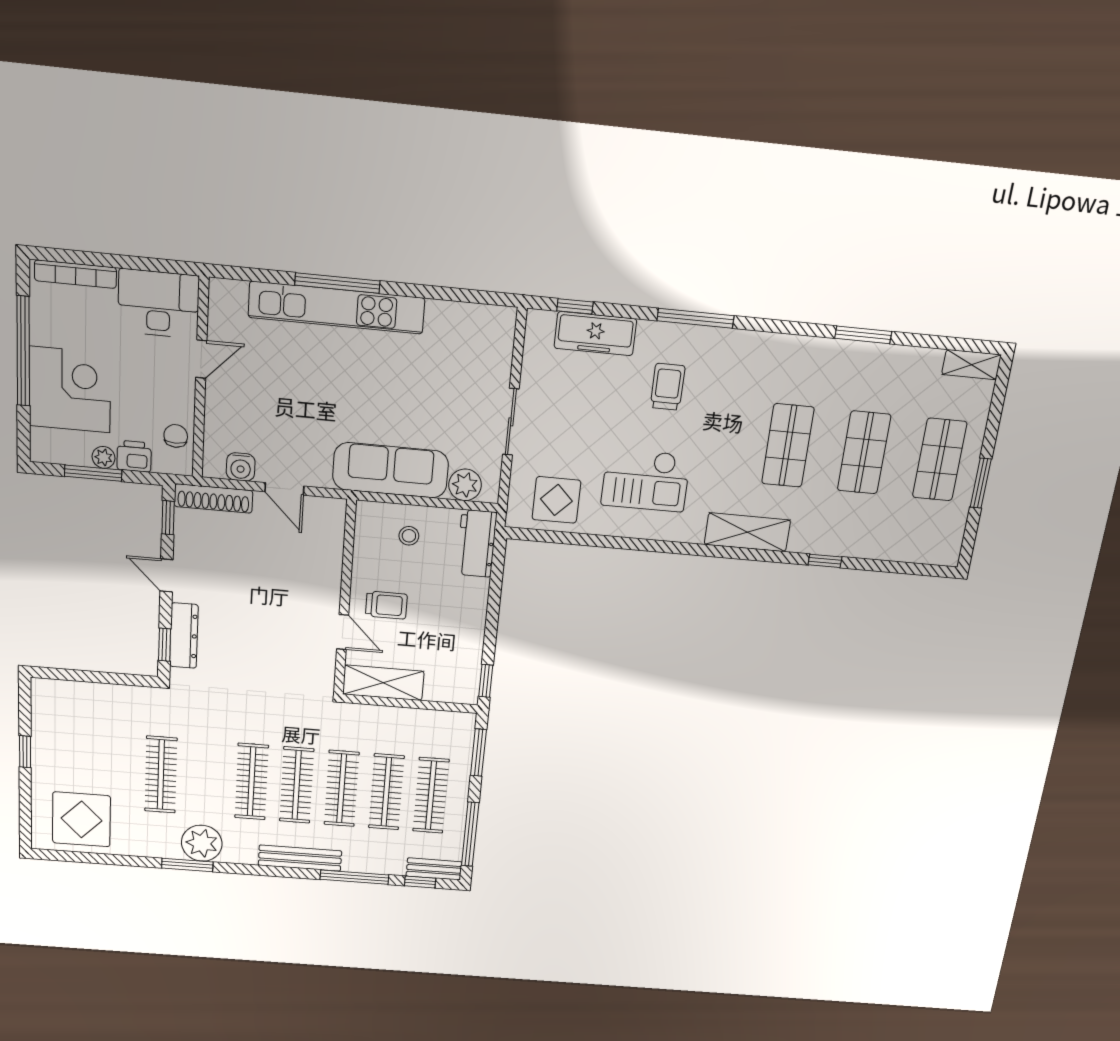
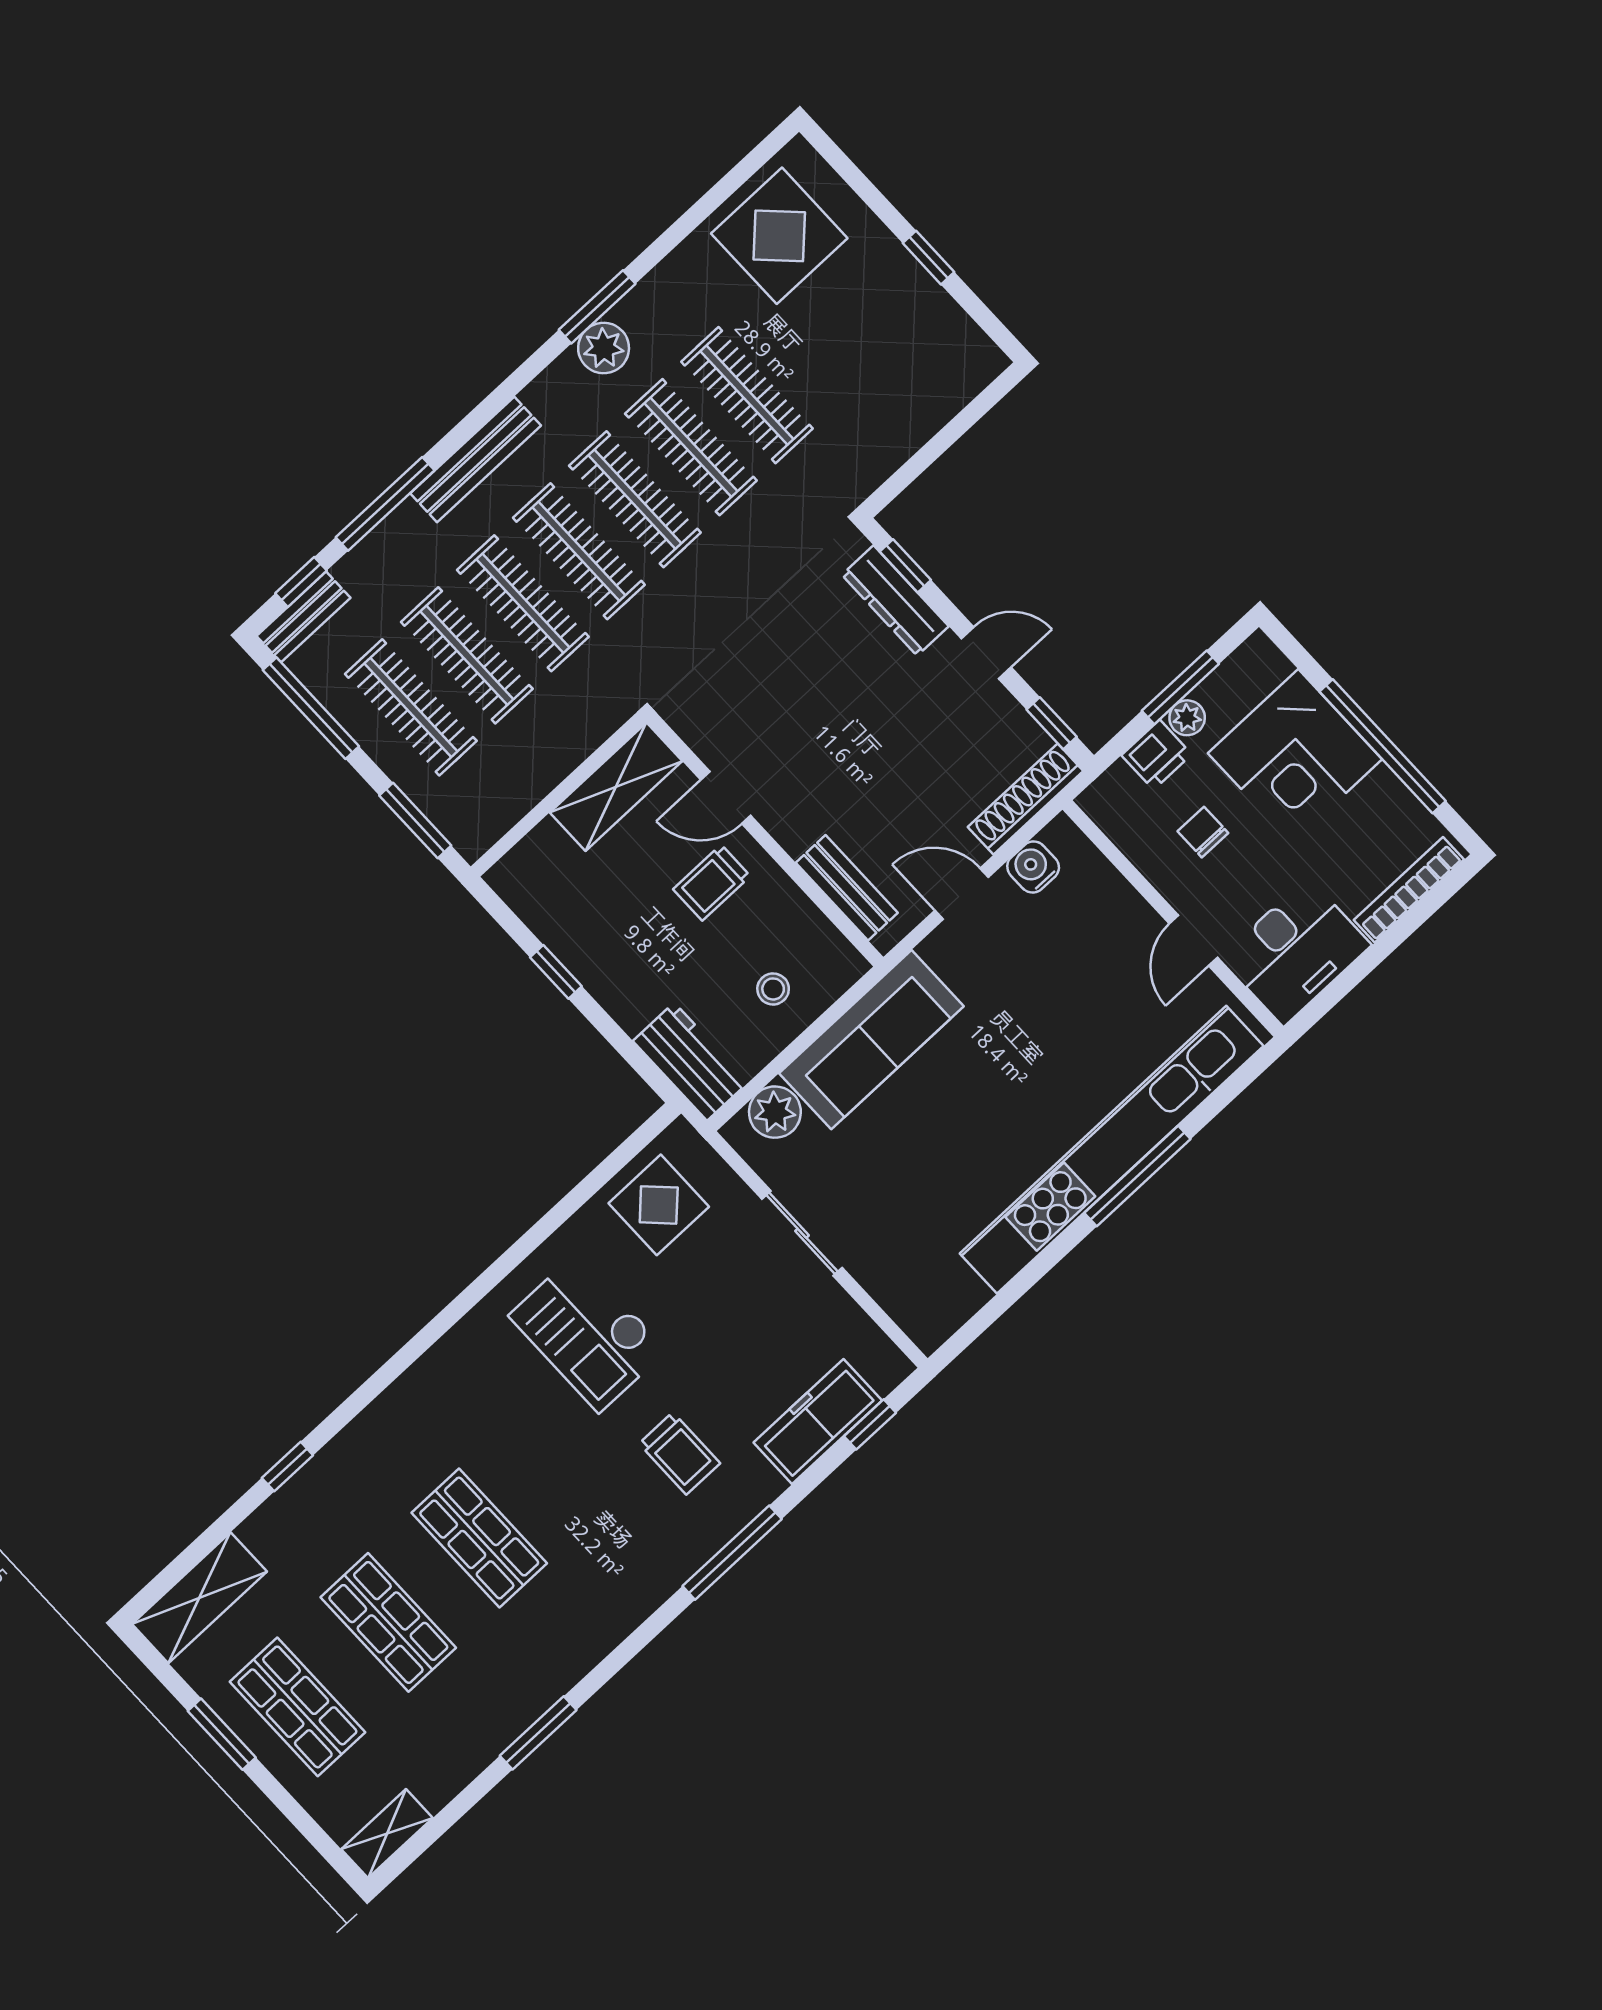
kitchen unit: (337, 308) -> (1112, 1150), width x1.36
chair: (176, 436) -> (1203, 832), moved, turned 180
checkout: (646, 480) -> (588, 1333), turned -90
shelving: (747, 532) -> (199, 1598), moved
bench: (332, 544) -> (847, 888), added
window: (486, 681) -> (556, 972), moved
clothes rail: (206, 778) -> (691, 447), added
plant: (202, 843) -> (604, 348), width x0.73, depth x0.73

